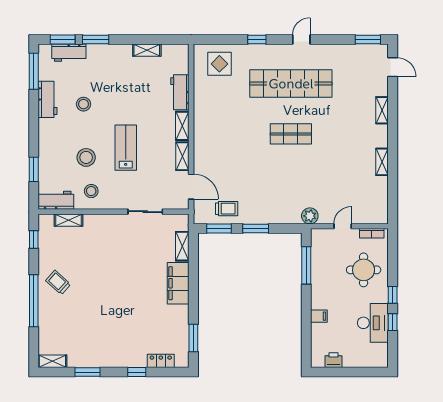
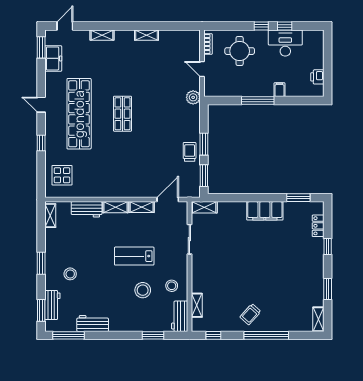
window: (96, 39) -> (41, 263), moved
shelving: (147, 50) -> (50, 216), moved
freezer: (355, 54) -> (53, 58), added
stool: (84, 104) -> (70, 274), moved
trolley: (227, 209) -> (190, 152), moved
shelving: (182, 246) -> (204, 207), moved
window: (306, 265) -> (258, 100), moved
filing cabinet: (178, 283) -> (265, 211), moved

